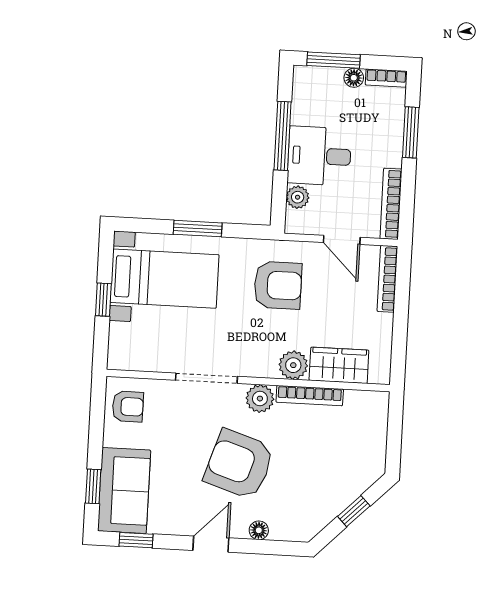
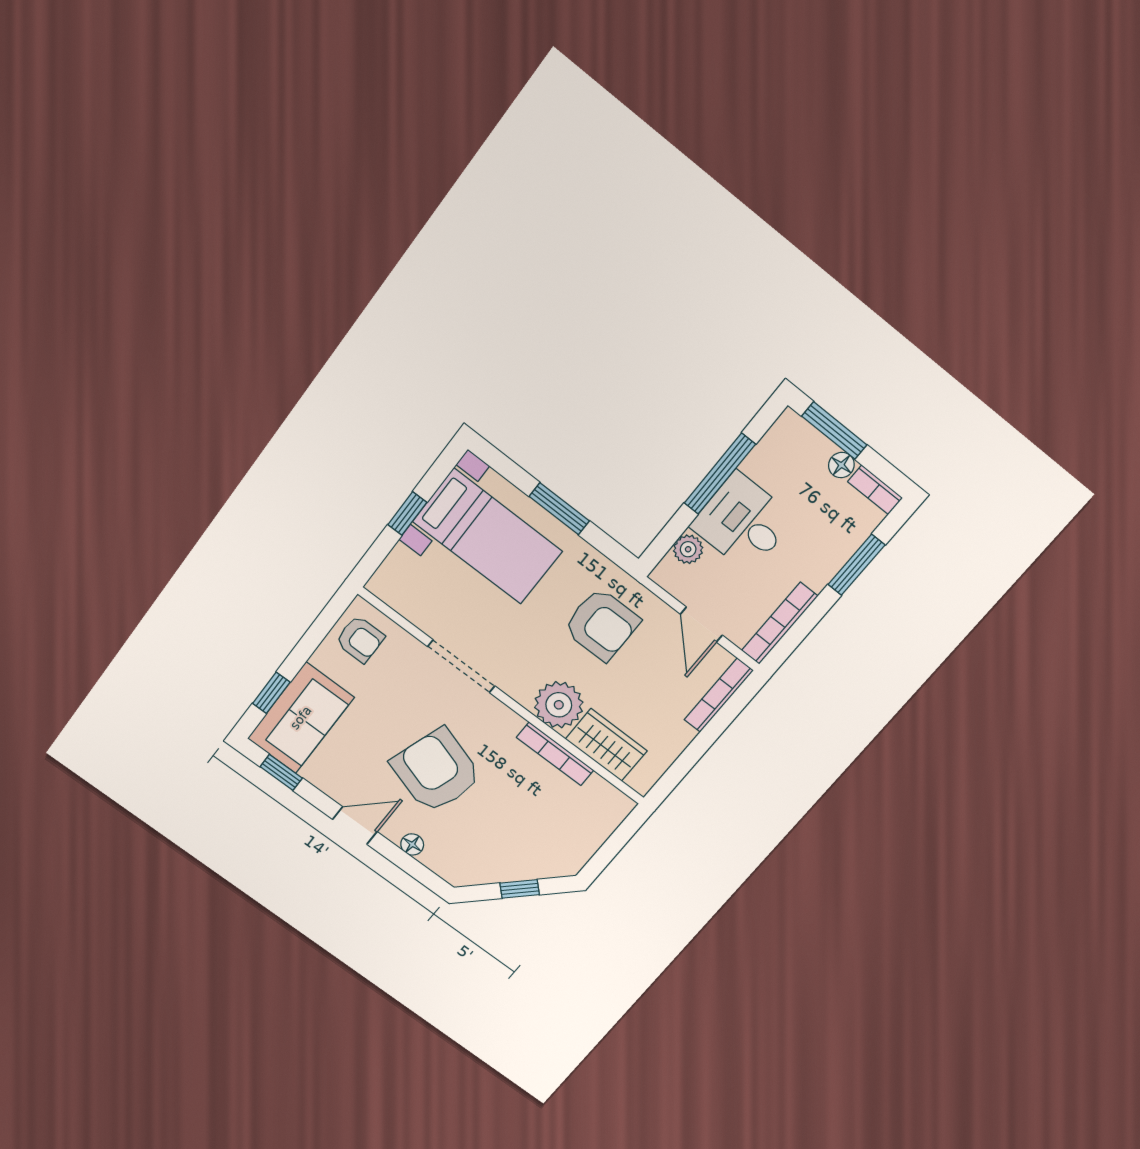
plant: (293, 365) -> (559, 705), width x1.36, depth x1.36
plant: (260, 399) -> (502, 723), removed

